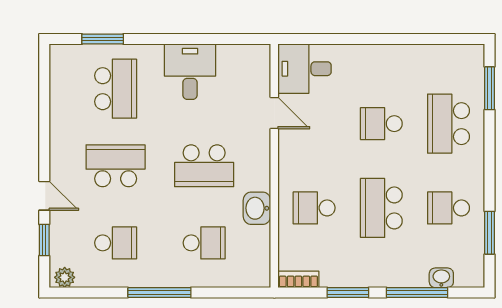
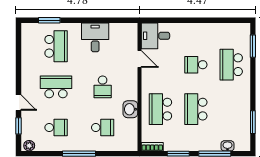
school desk: (204, 166) -> (103, 87), width x0.54
school desk: (314, 208) -> (161, 109), width x1.85
school desk: (448, 208) -> (231, 109), removed

